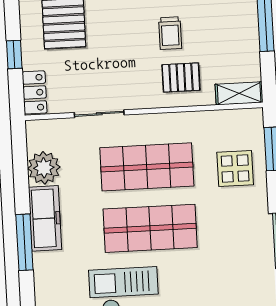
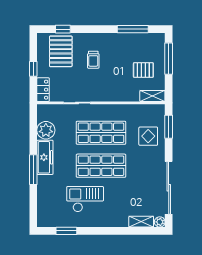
trolley: (170, 33) -> (93, 60), moved
pallet: (181, 77) -> (143, 70), moved

